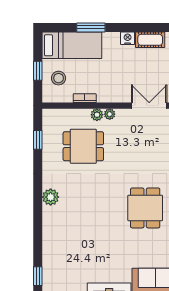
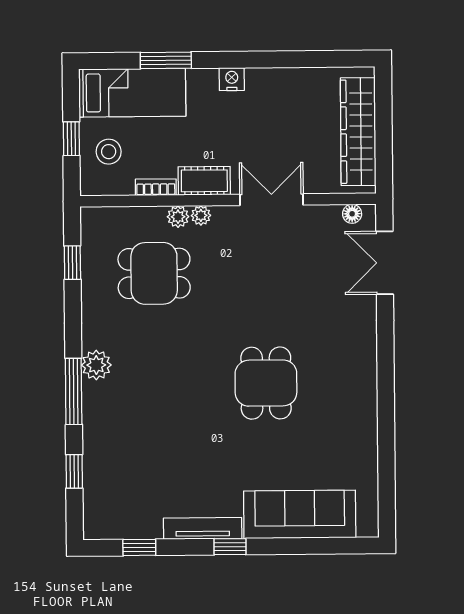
cot: (150, 40) -> (204, 181), moved
window: (38, 212) -> (74, 391), added
window: (38, 276) -> (74, 471), moved

